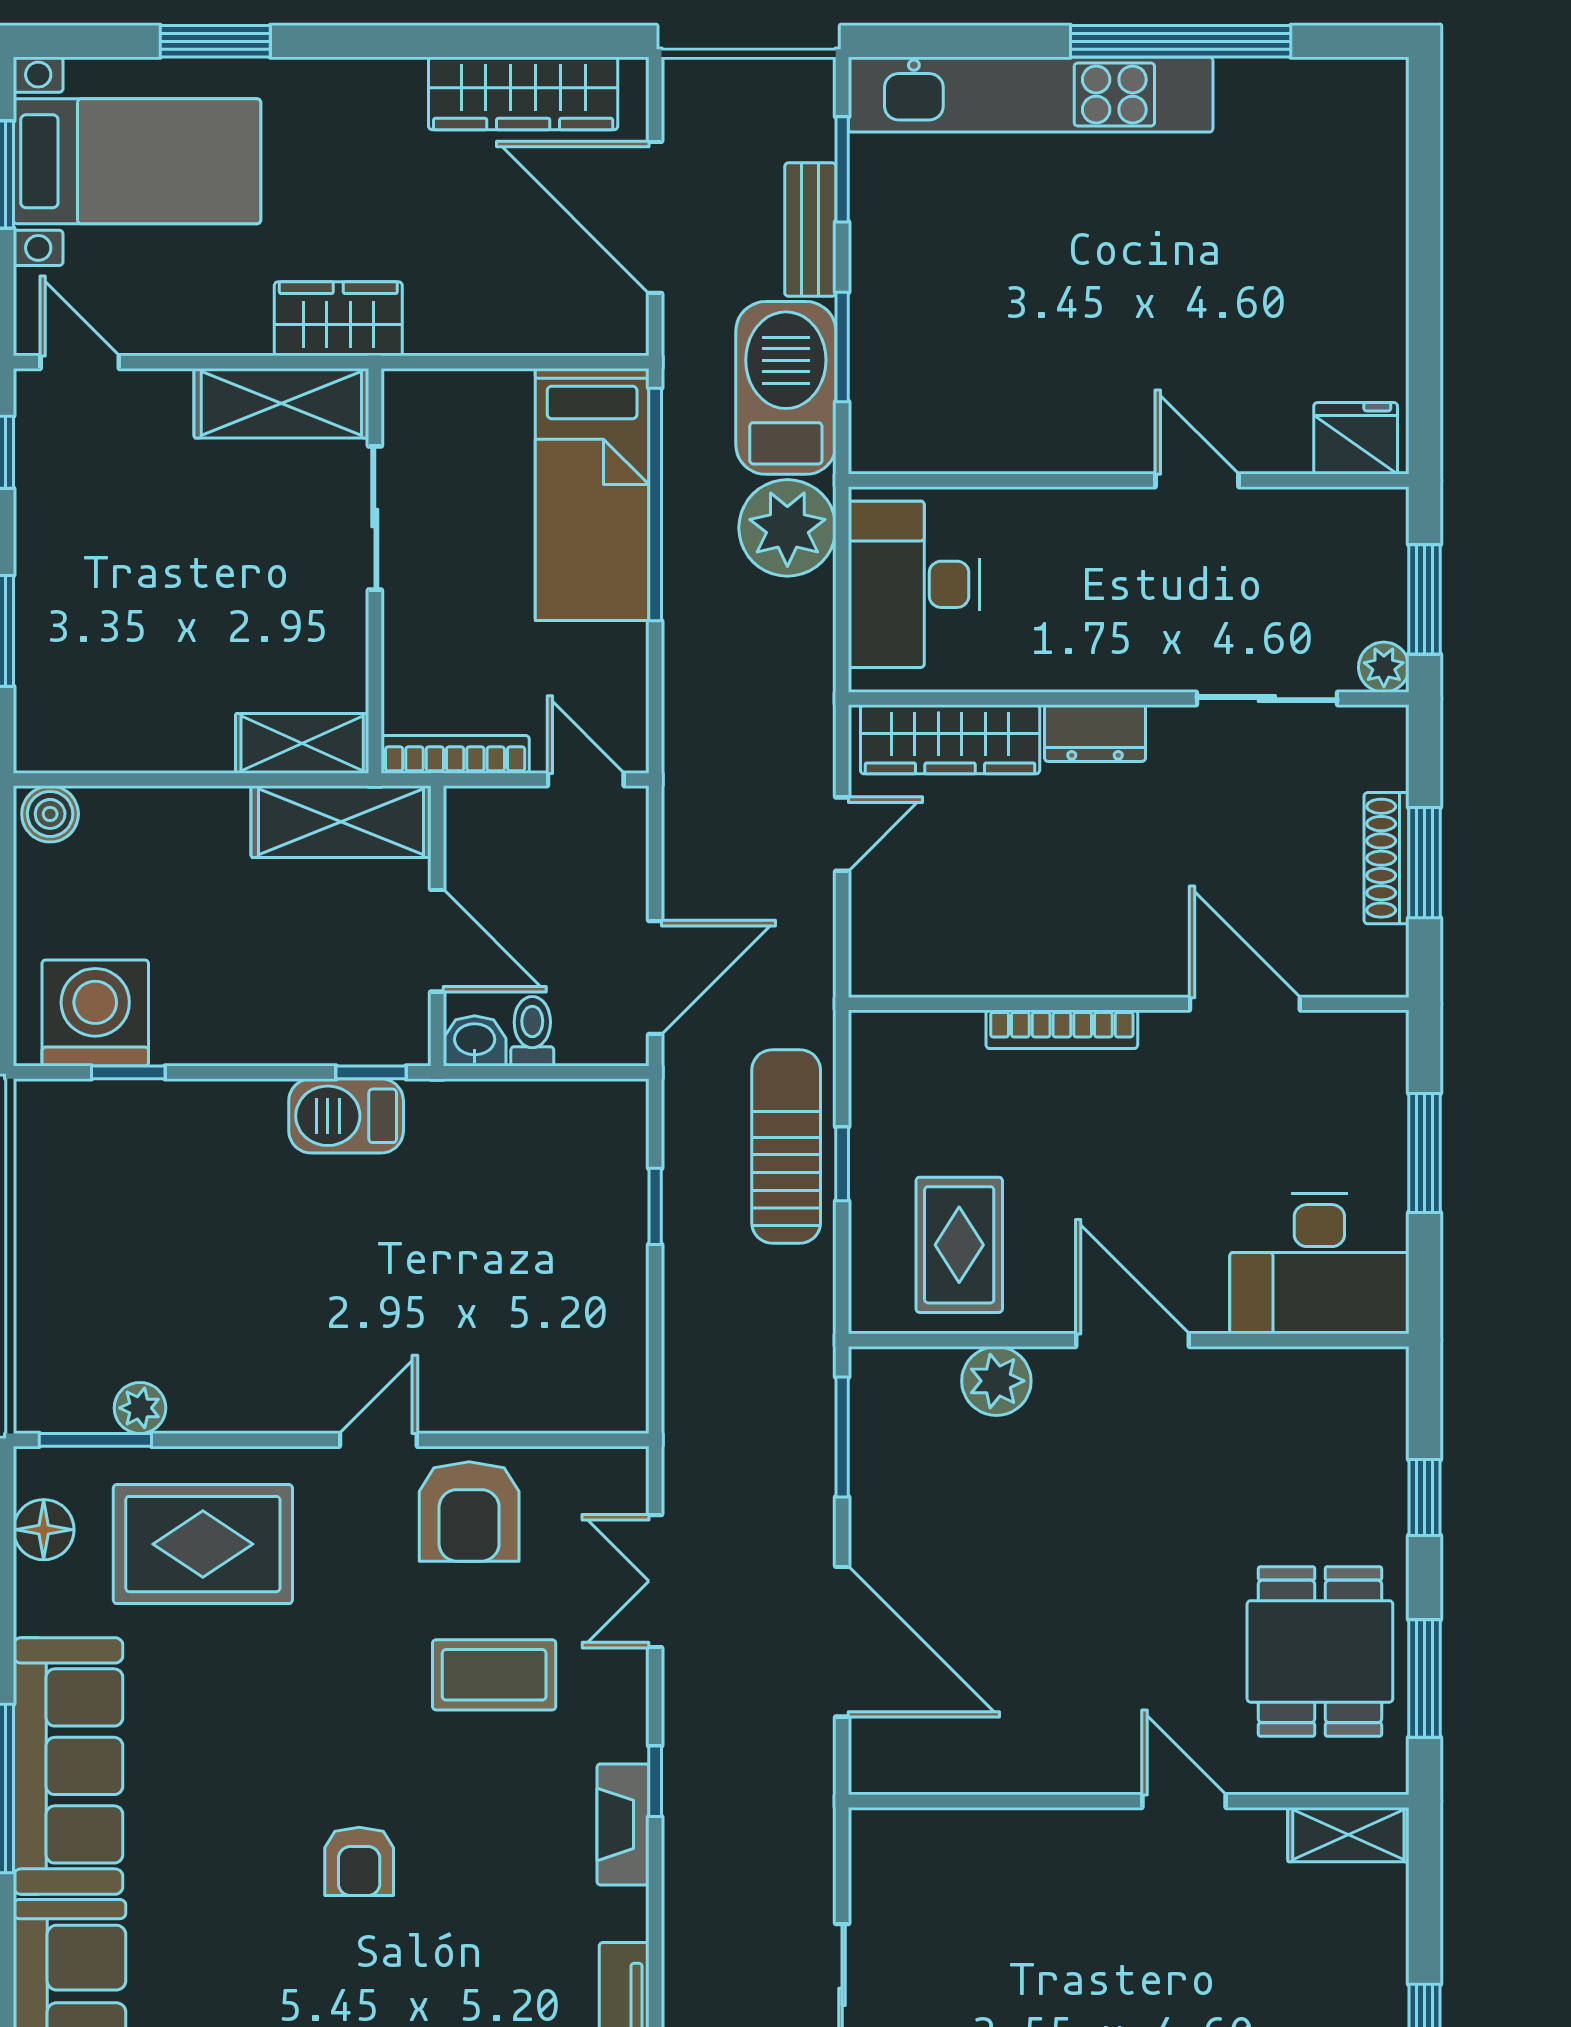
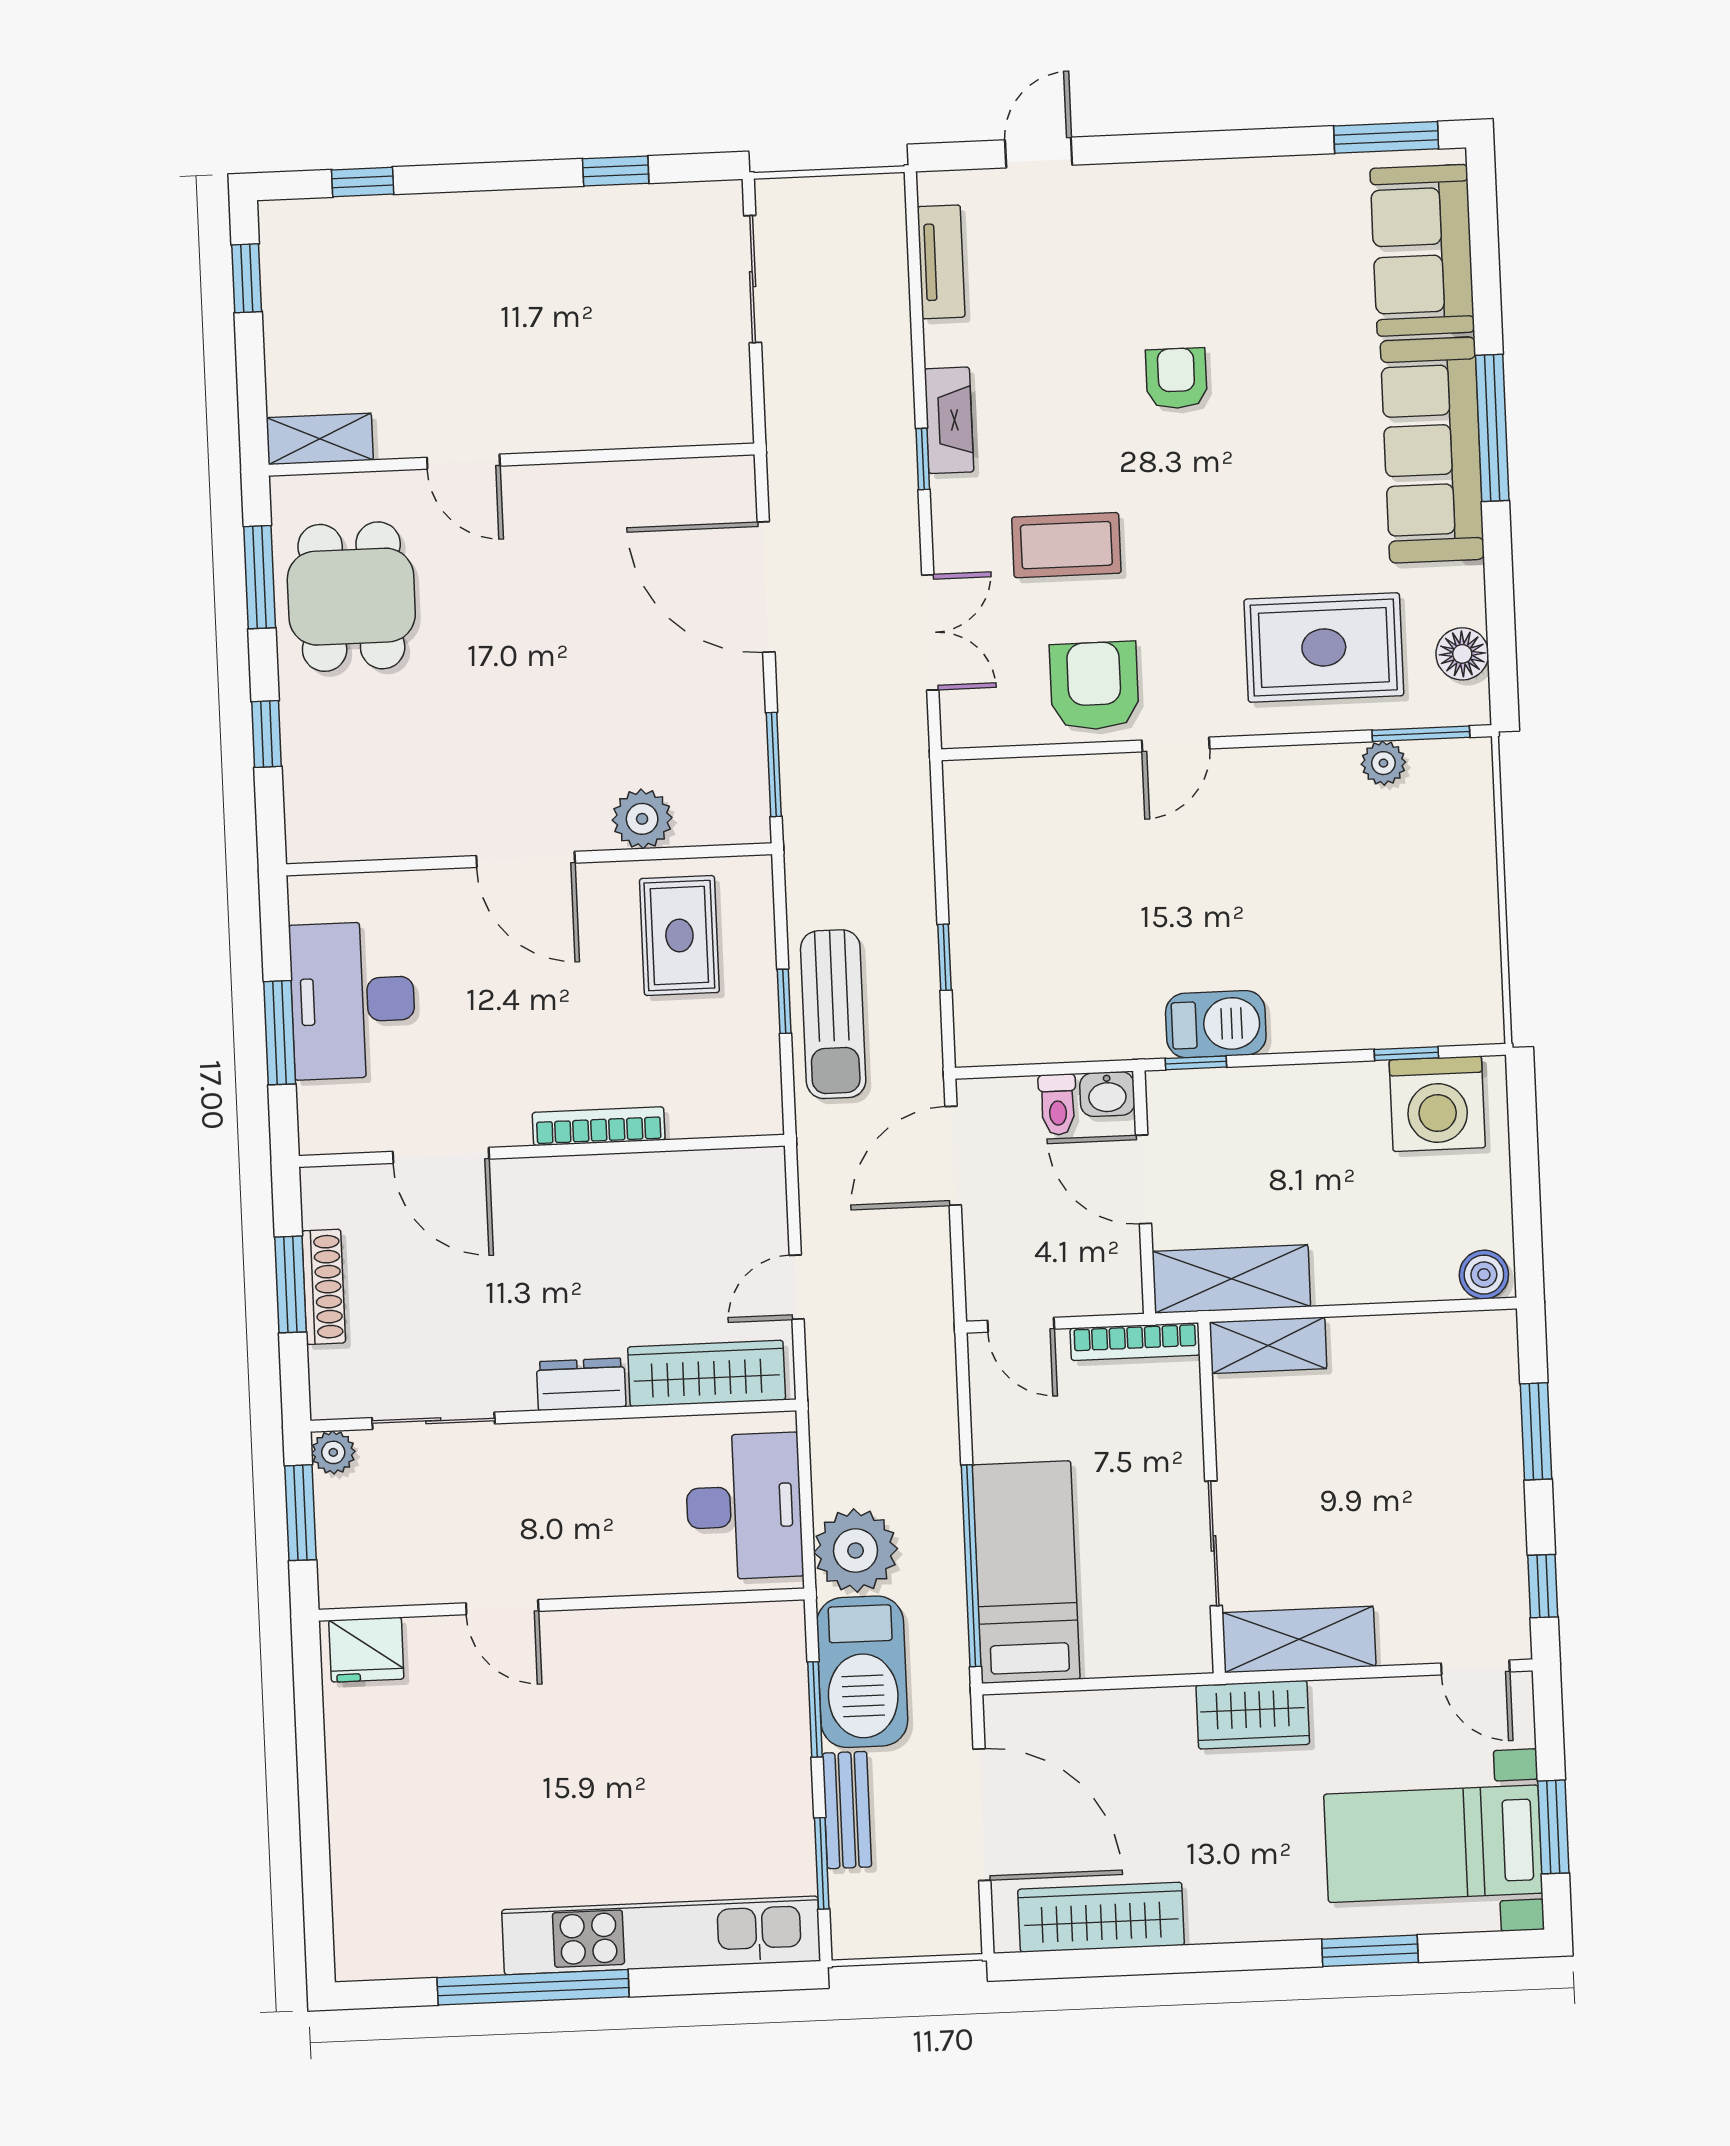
desk: (1319, 1264) -> (353, 1000), moved, turned -90

